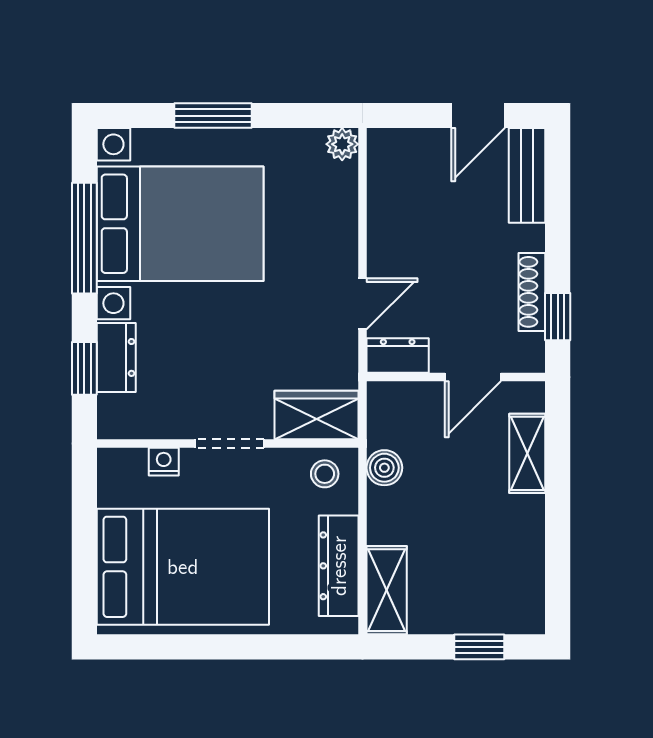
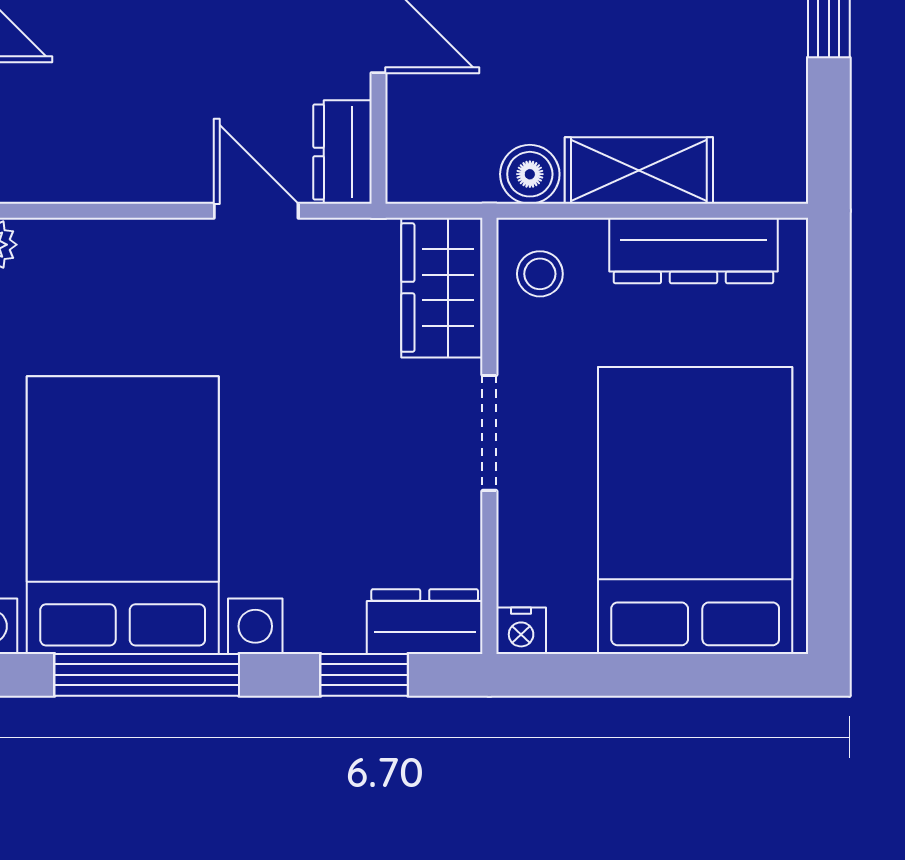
dresser: (116, 357) -> (425, 622), moved
nightstand: (164, 462) -> (521, 631), moved, turned -90
shelving: (387, 590) -> (639, 170), moved

